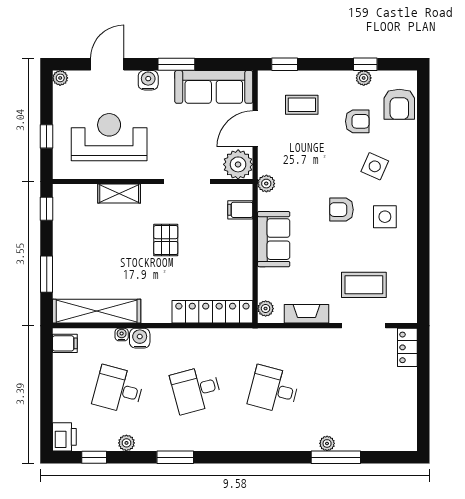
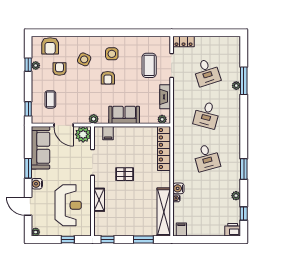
armchair: (399, 104) -> (50, 46), turned 90
reception desk: (109, 137) -> (68, 205), turned 180
desk: (118, 390) -> (207, 72), moved, turned -33

